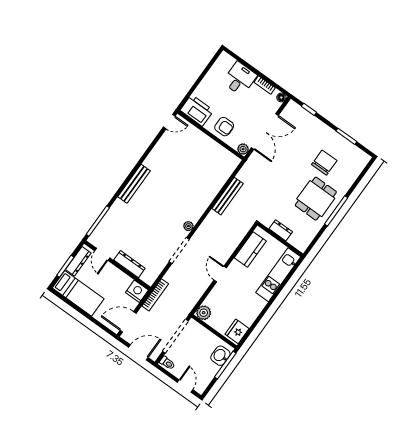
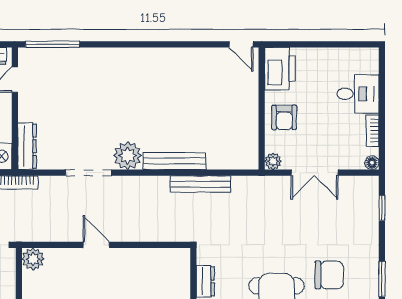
double door: (265, 131) -> (315, 173), width x0.73
bench: (134, 184) -> (174, 161), moved
plant: (188, 226) -> (128, 156), width x1.88, depth x1.88
kitchen counter: (250, 249) -> (154, 260), removed
dresser: (129, 264) -> (27, 146), moved
door: (220, 274) -> (96, 245), hinge flipped

